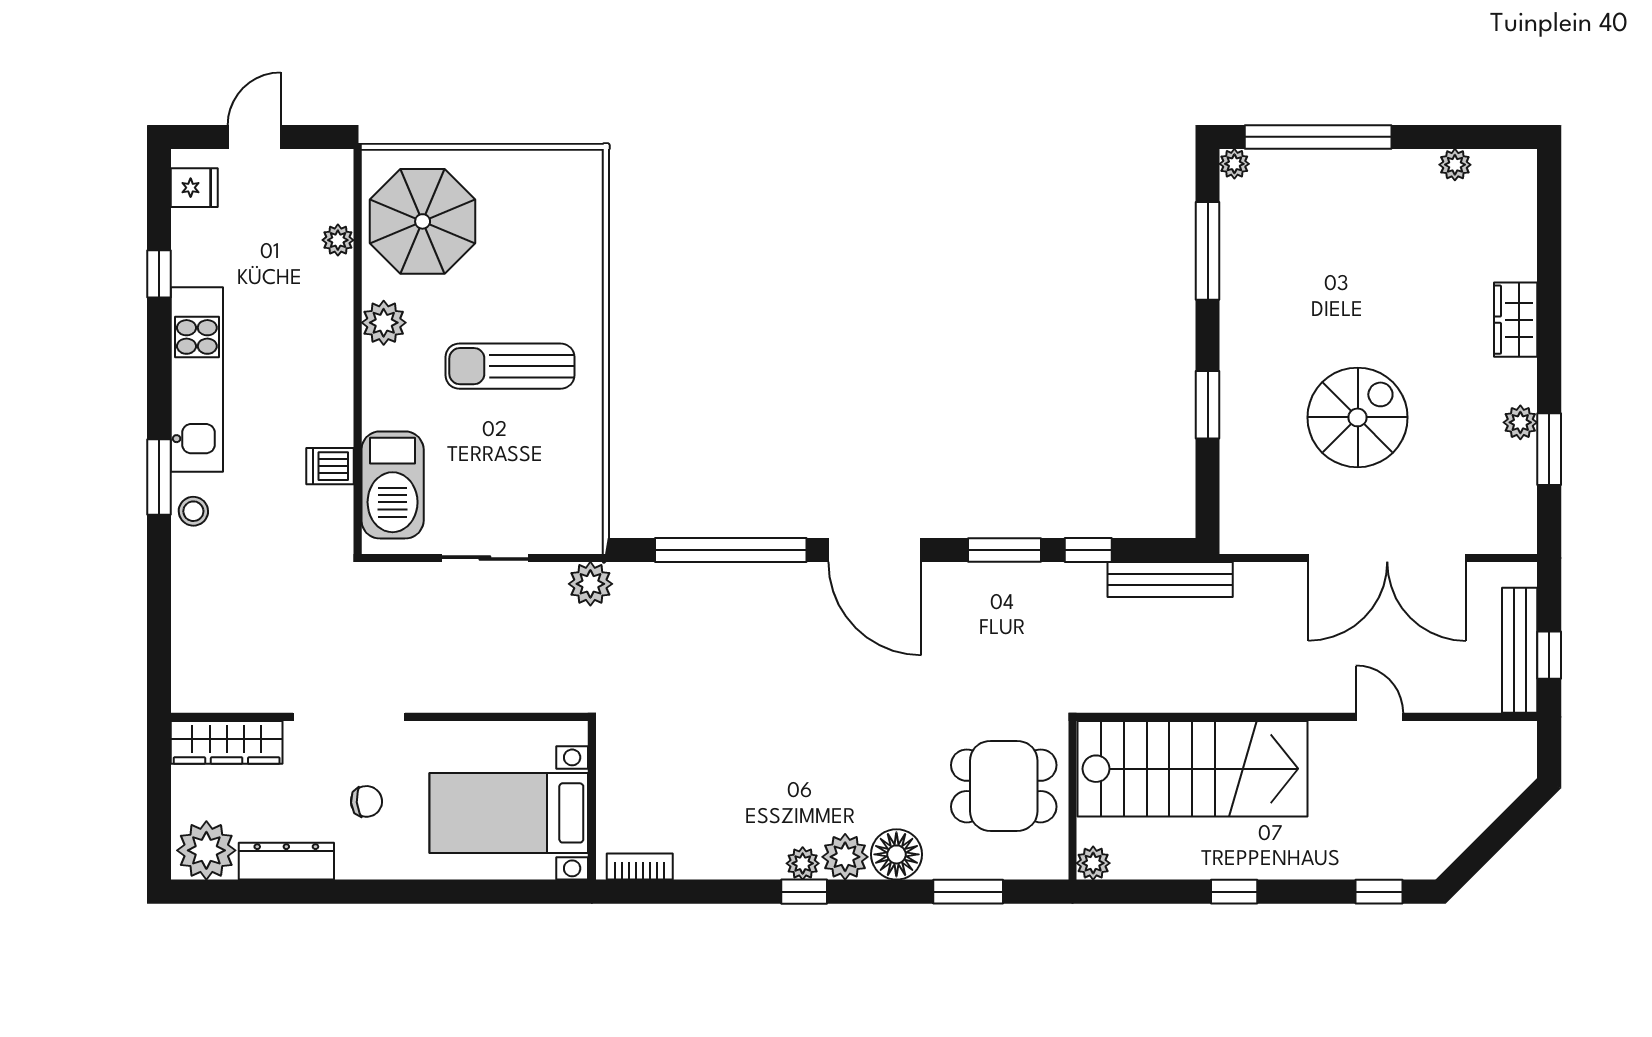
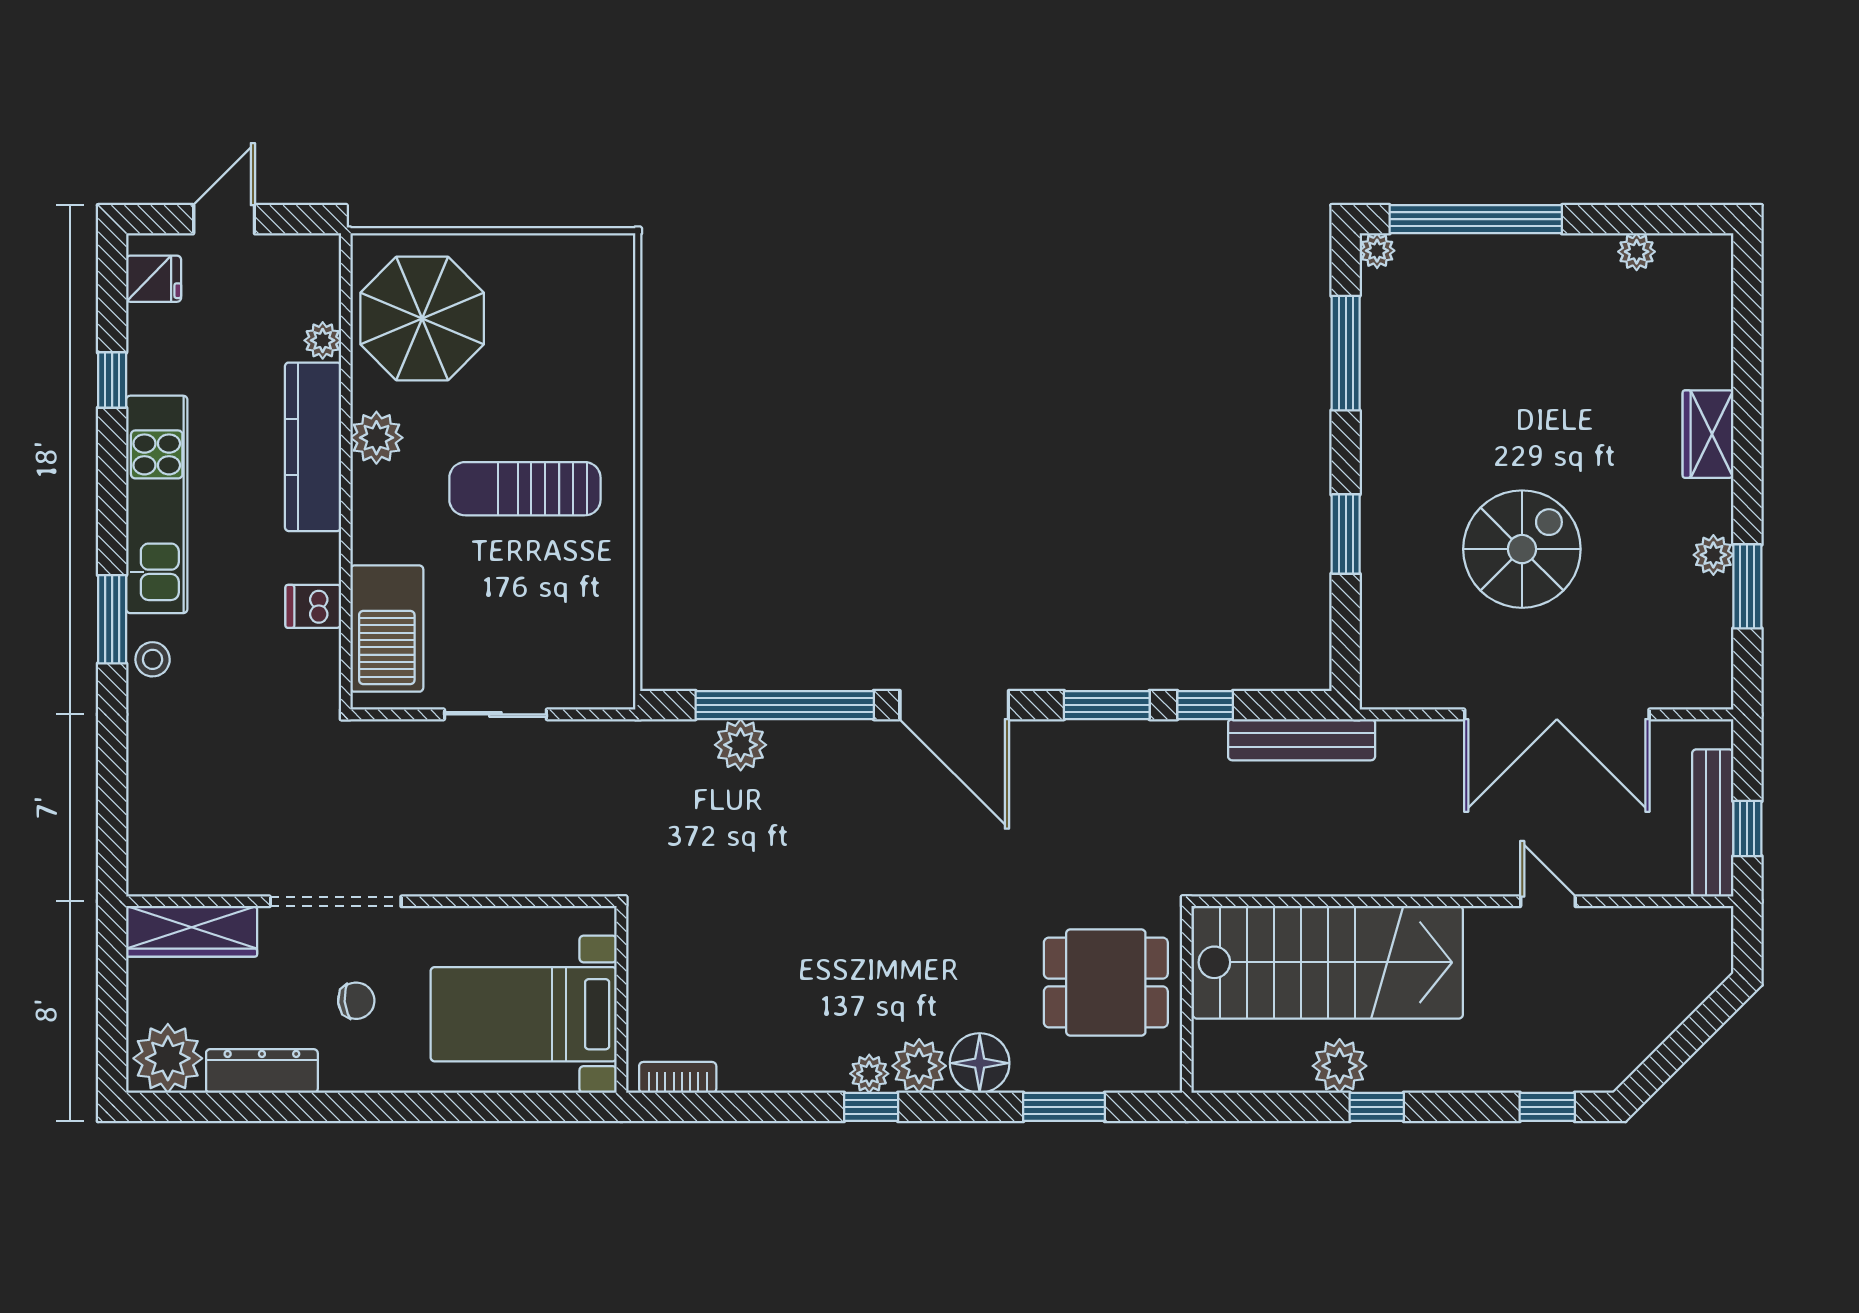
kitchen counter: (330, 331) -> (313, 447), added
plant: (590, 584) -> (741, 745), moved
plant: (1093, 863) -> (1340, 1066), moved, width x1.38, depth x1.38

